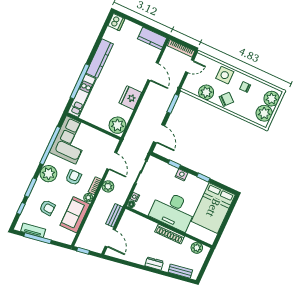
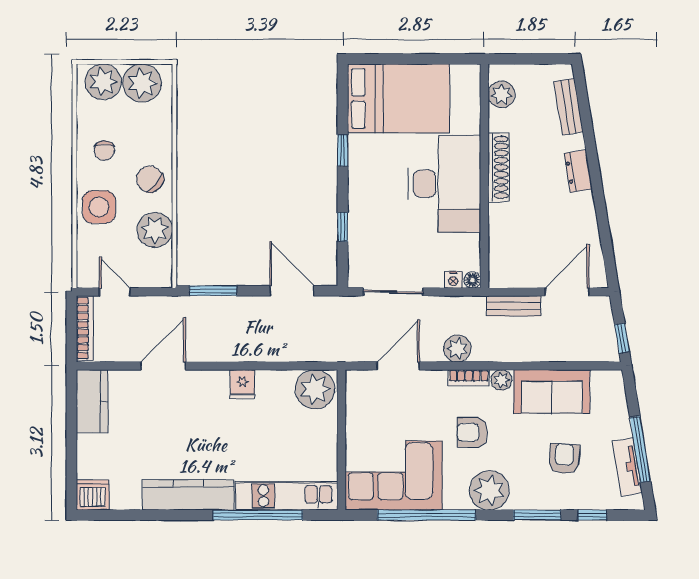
fridge: (130, 98) -> (243, 384), width x0.53, depth x0.75
door: (159, 134) -> (292, 291), hinge flipped
nightstand: (182, 175) -> (358, 201), removed

